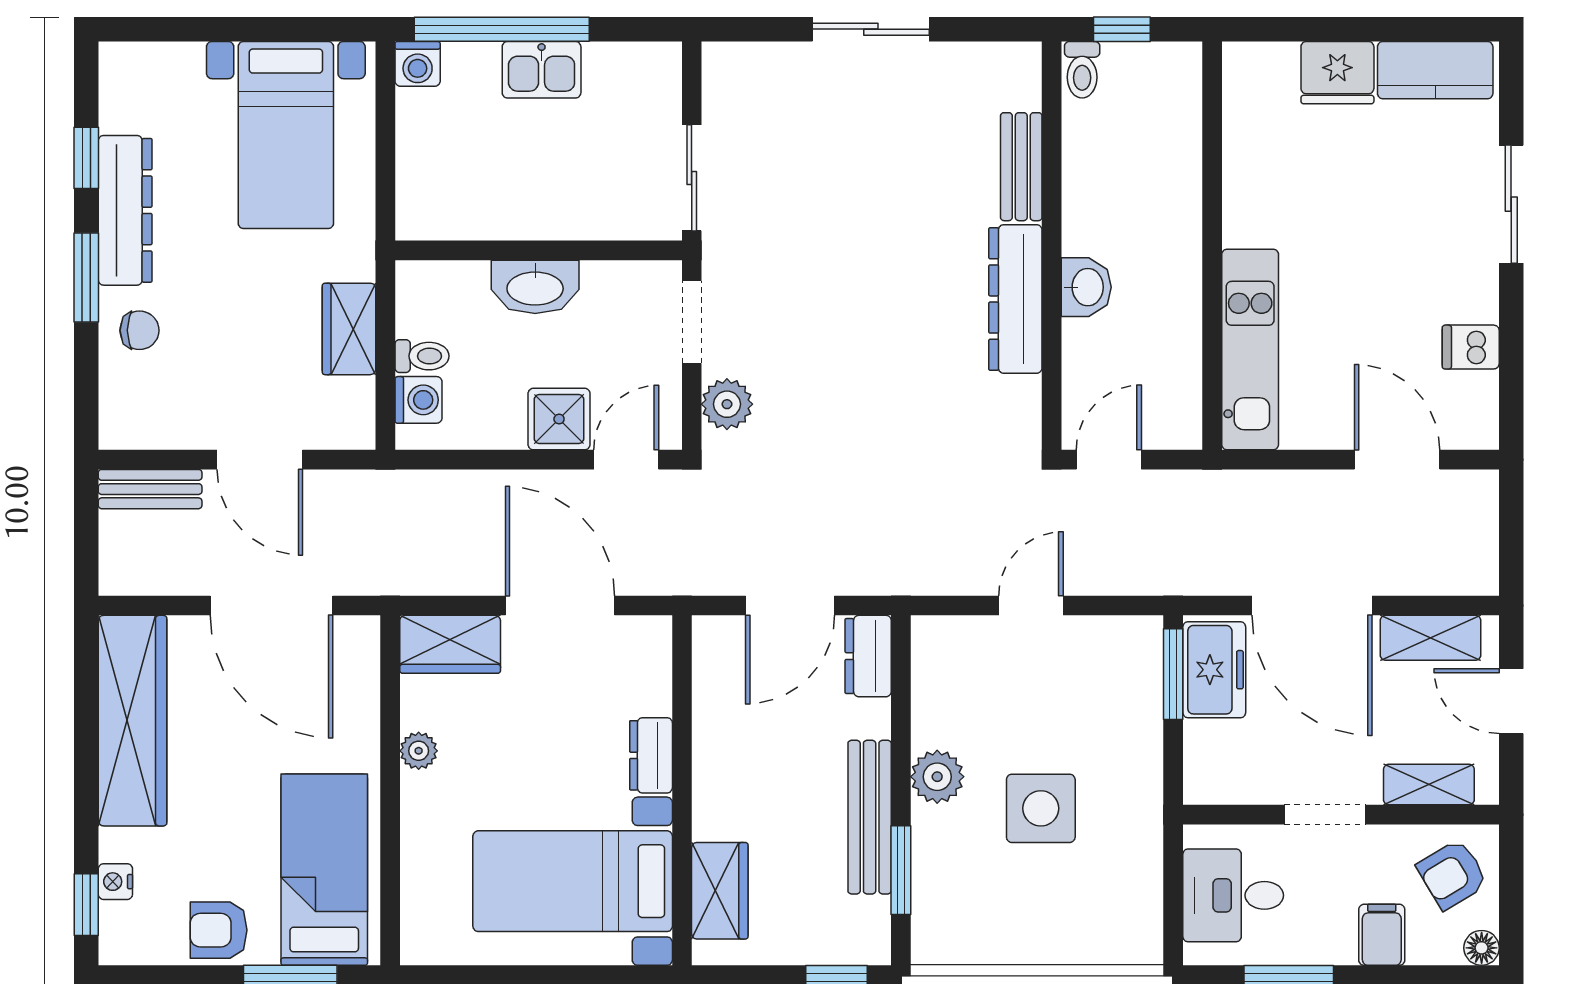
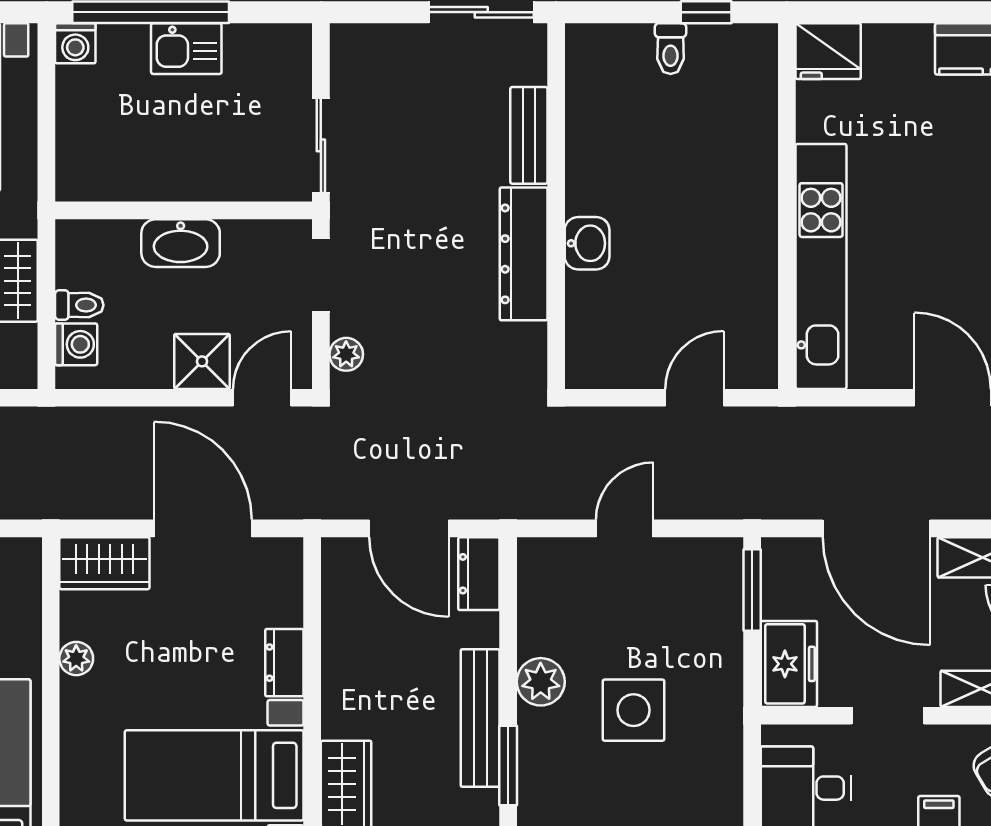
fridge: (1337, 73) -> (828, 51), moved
bench: (1021, 167) -> (529, 135), moved
wall: (1052, 246) -> (556, 206), moved
washbasin: (1086, 287) -> (587, 243), moved
dresser: (1015, 299) -> (524, 254), moved
kitchen unit: (1250, 349) -> (821, 266), width x1.36
plant: (727, 404) -> (346, 354), width x0.73, depth x0.73
door: (790, 605) -> (409, 528), hinge flipped
freezer: (1214, 670) -> (789, 664), moved

